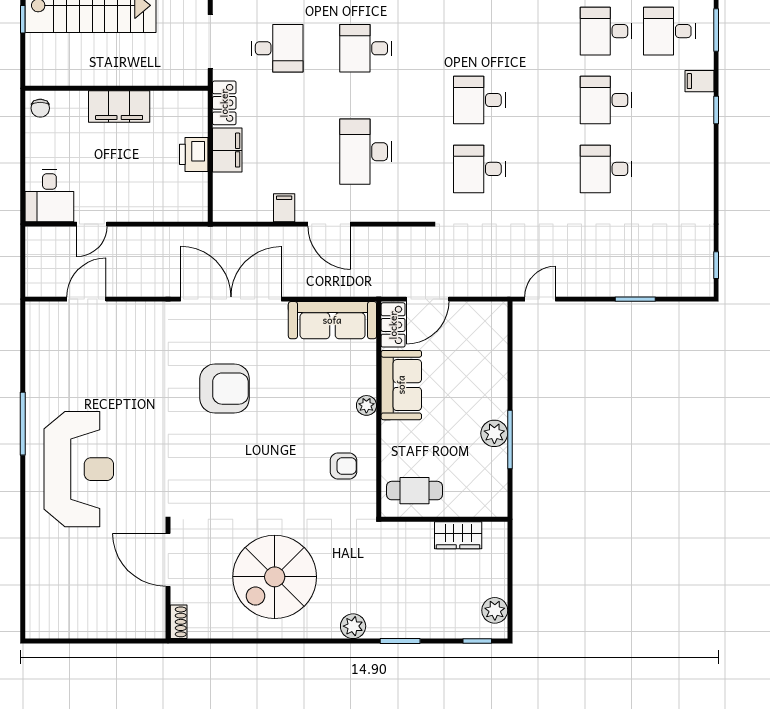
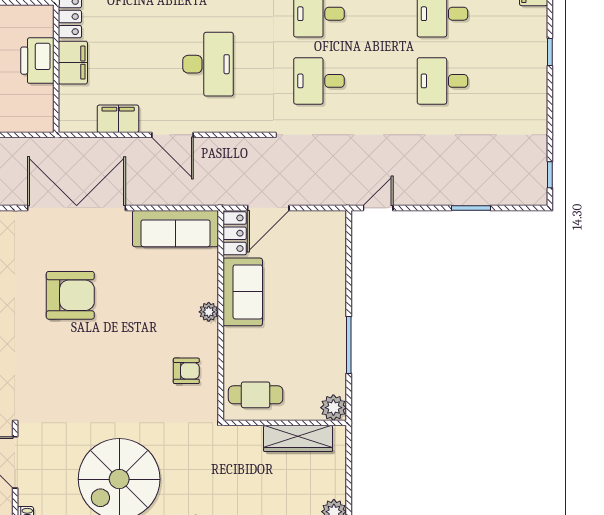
window: (716, 110) -> (550, 52), moved
desk: (366, 152) -> (208, 64), turned 180
printer: (194, 154) -> (37, 61), width x1.37, depth x1.19
filing cabinet: (284, 208) -> (118, 119), width x2.00
plant: (494, 433) -> (333, 408), moved
wardrobe: (458, 535) -> (298, 438), width x1.50

